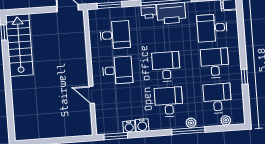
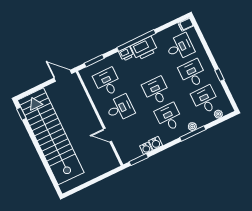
desk: (212, 28) -> (180, 47), turned 180
desk: (115, 35) -> (107, 82), turned -90
stairs: (19, 45) -> (51, 136), width x1.86, depth x1.51

